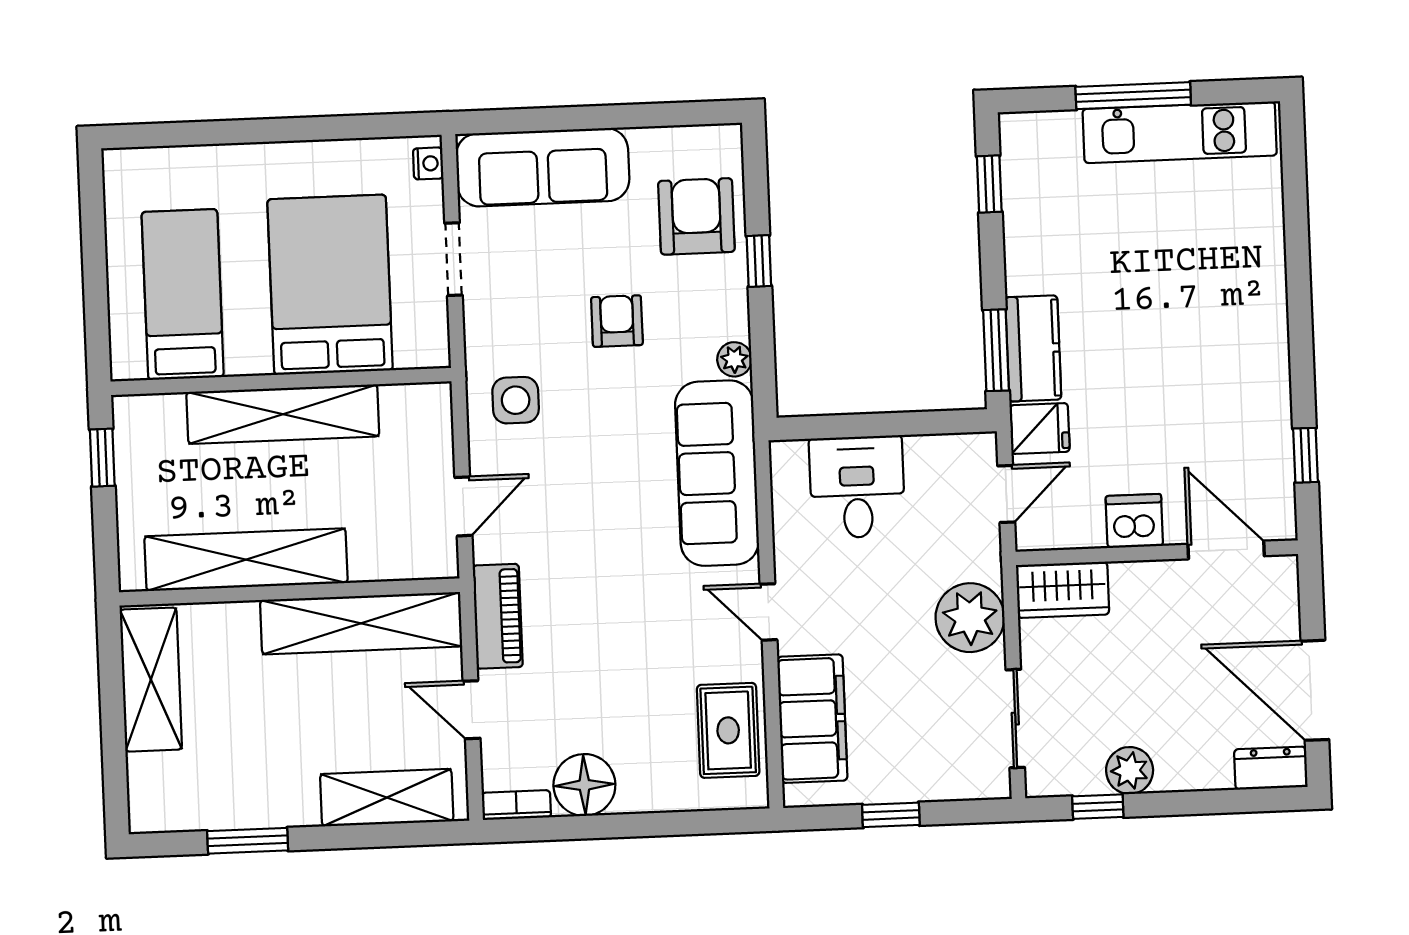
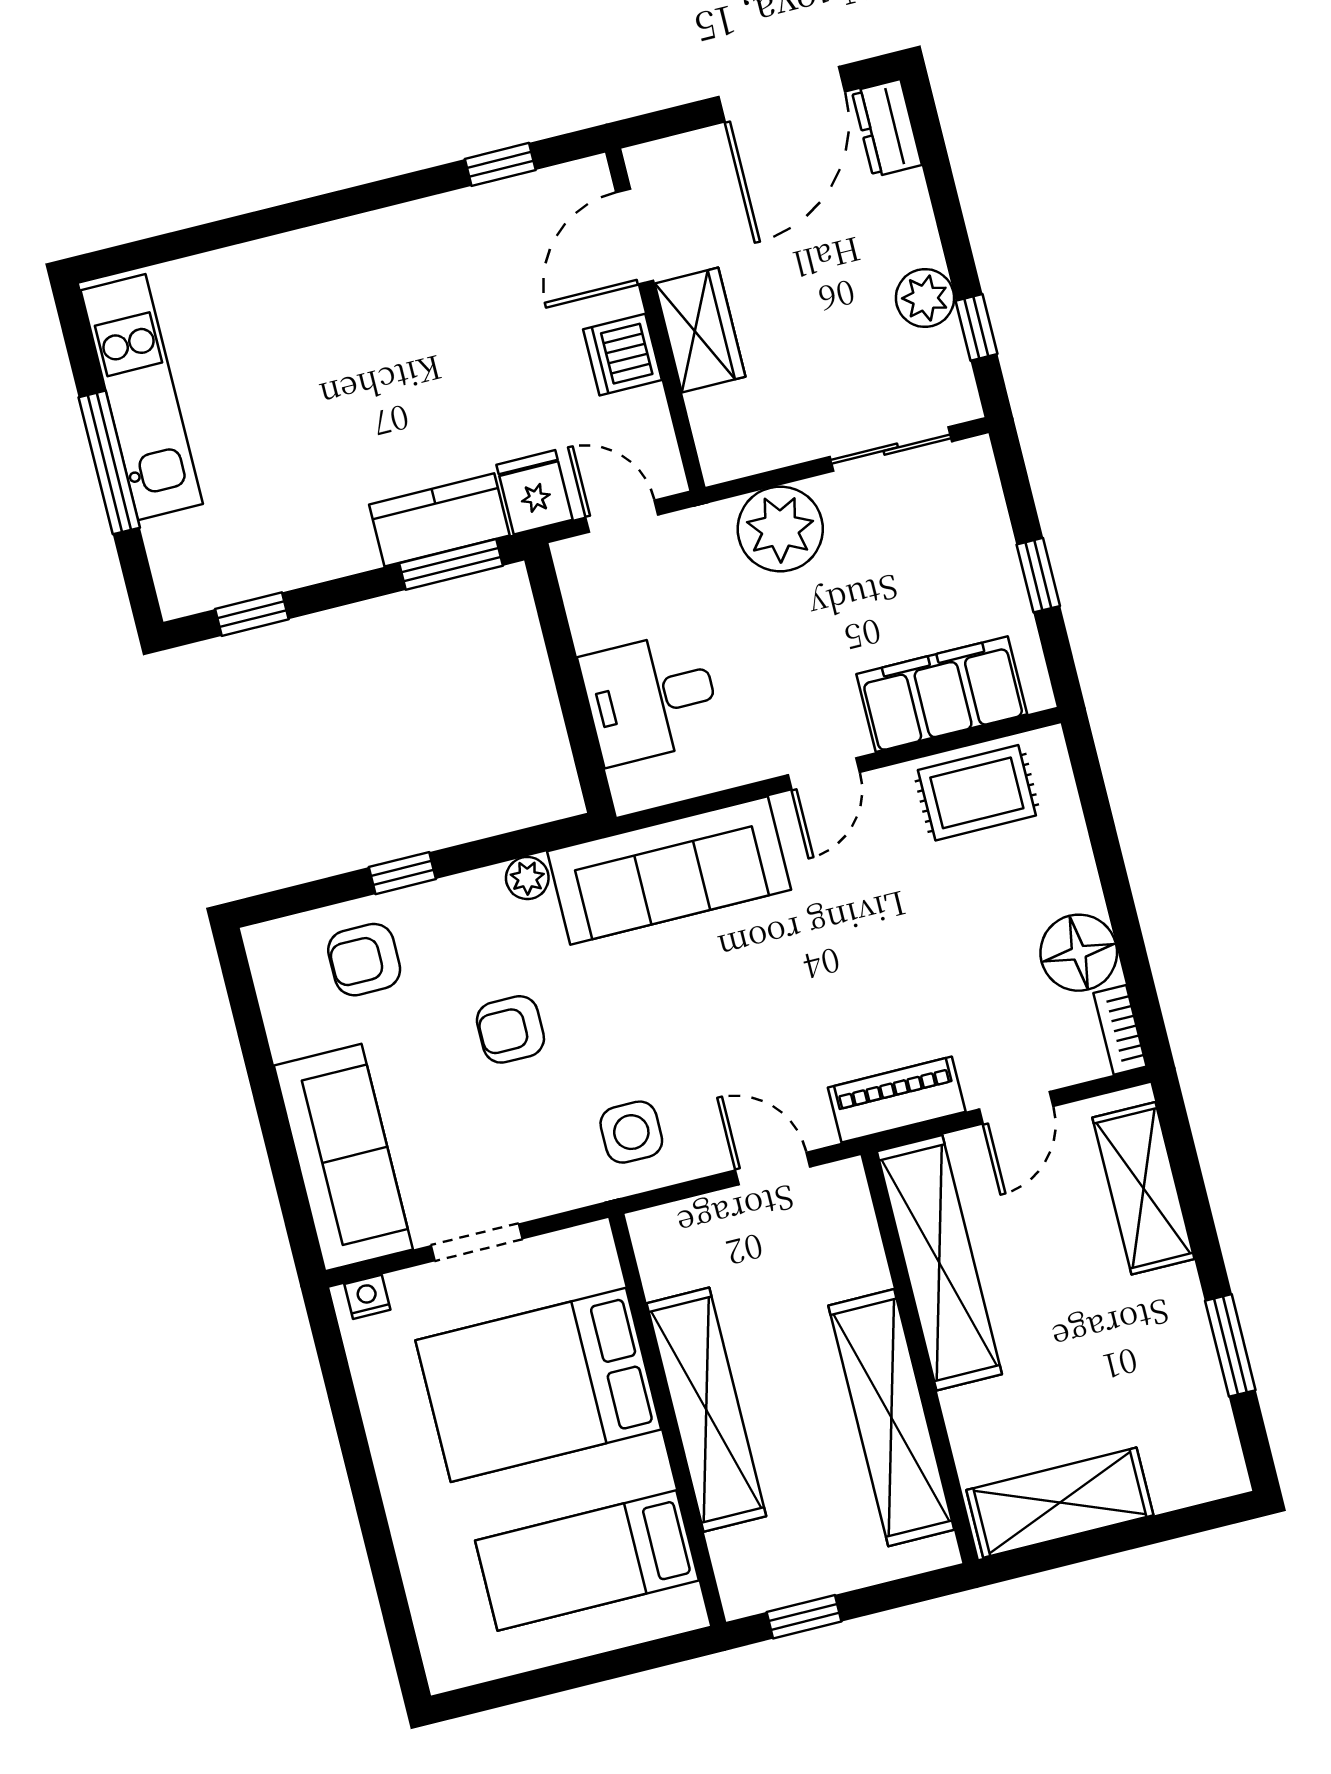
armchair: (696, 216) -> (364, 960), width x0.72, depth x0.72
wardrobe: (1063, 590) -> (700, 330), moved

